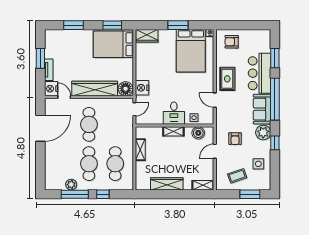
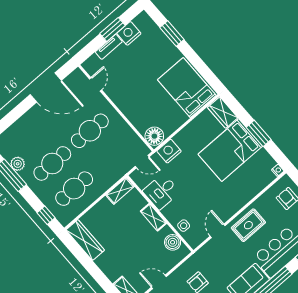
window: (112, 25) -> (204, 71), removed
bed: (191, 51) -> (230, 150), moved
nightstand: (51, 89) -> (129, 33), moved
wardrobe: (95, 89) -> (129, 106), removed
desk: (174, 113) -> (161, 191), moved
shelving: (140, 150) -> (120, 191), moved
door: (215, 151) -> (159, 282), moved
wardrobe: (167, 184) -> (85, 240), moved
window: (103, 194) -> (46, 215), moved

